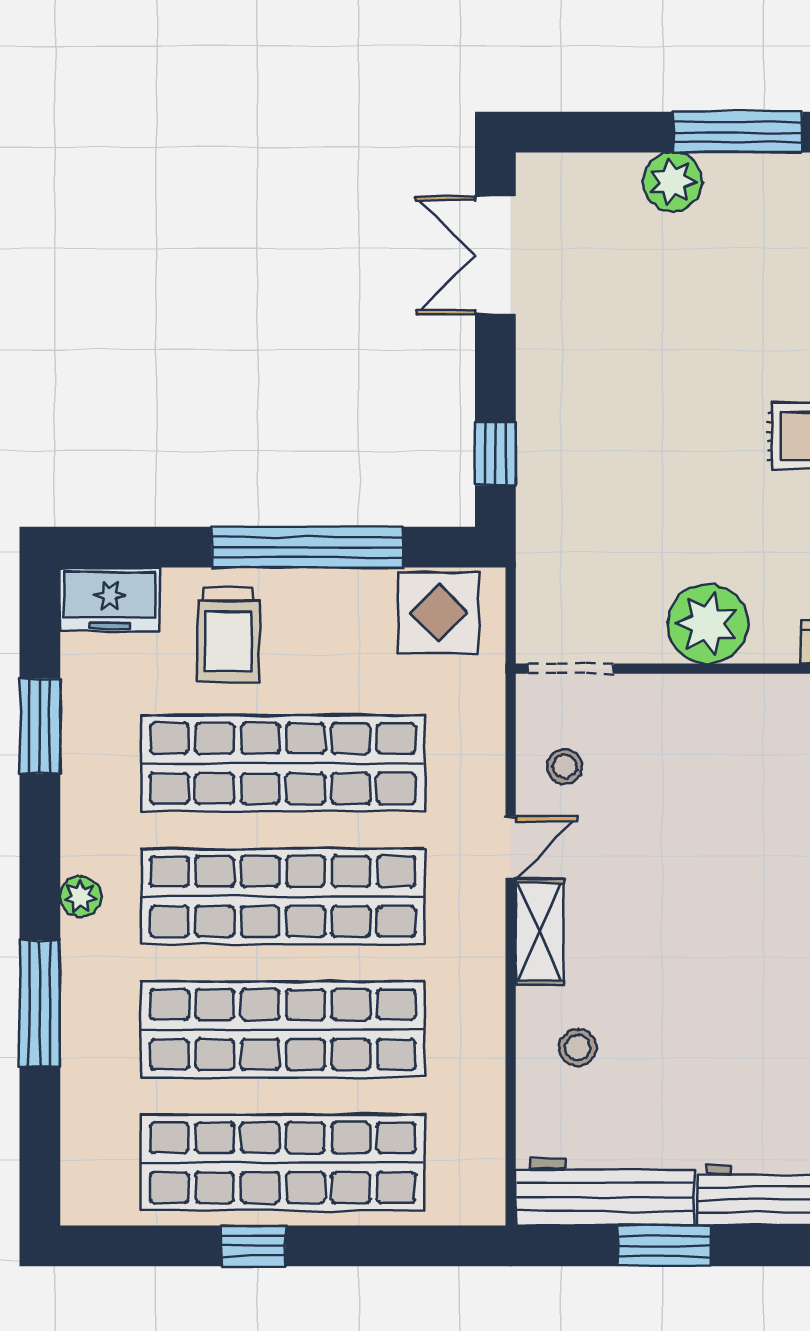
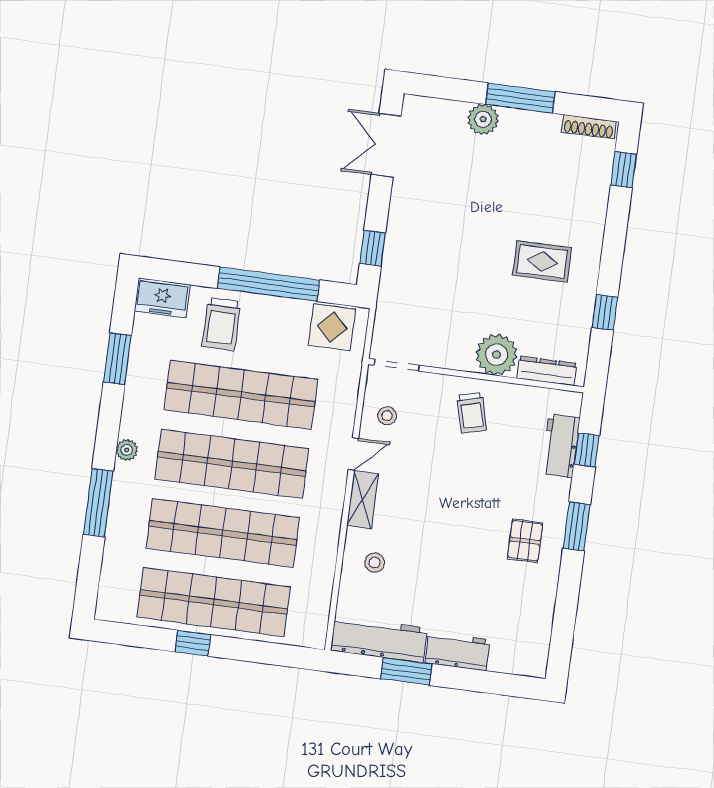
plant: (708, 624) -> (496, 355), moved
trolley: (724, 740) -> (472, 413), added

